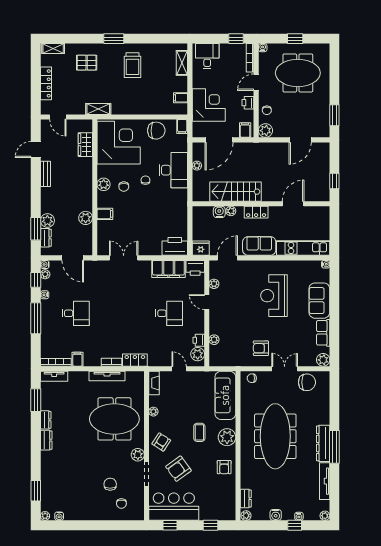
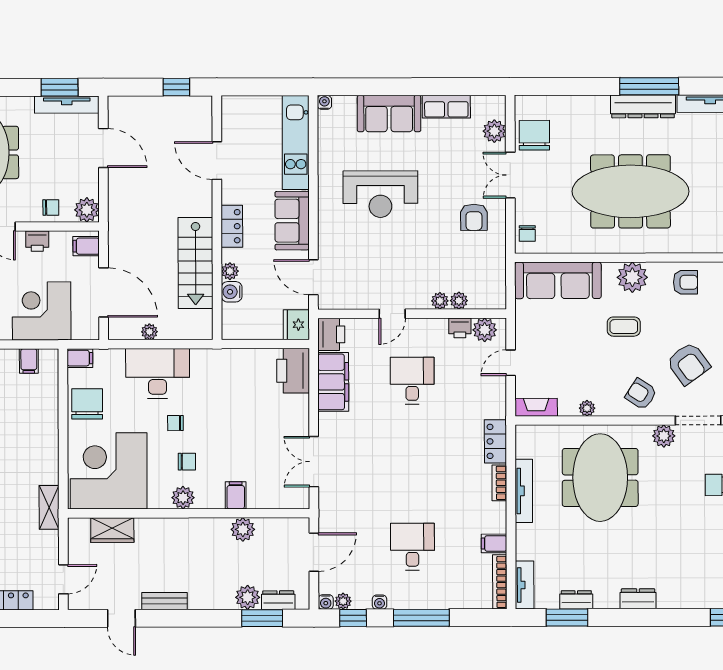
tv unit: (325, 119) -> (67, 105), added
plant: (214, 284) -> (440, 301), moved
plant: (323, 360) -> (494, 131), moved
dresser: (46, 420) -> (576, 600), moved

